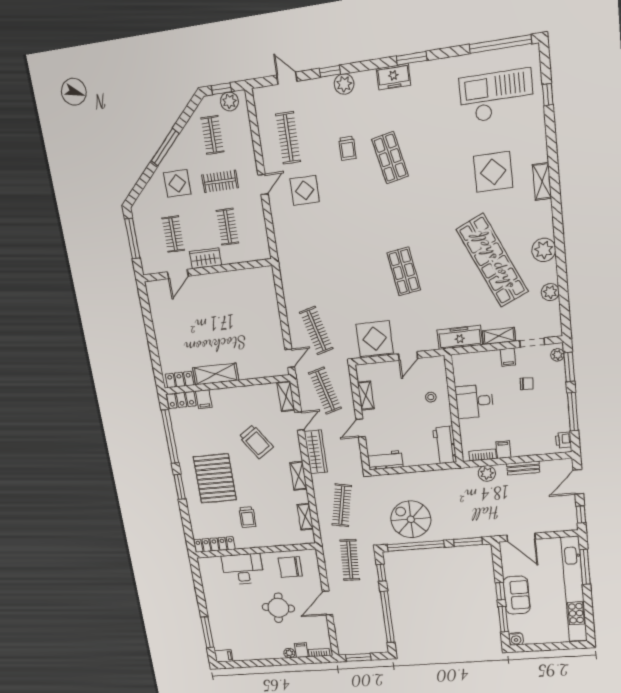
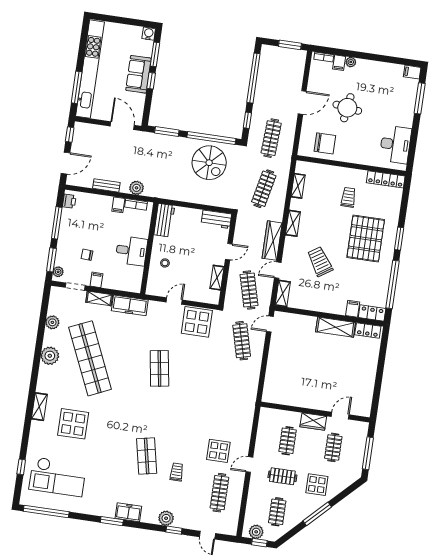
desk: (243, 569) -> (395, 144), moved, turned -90

